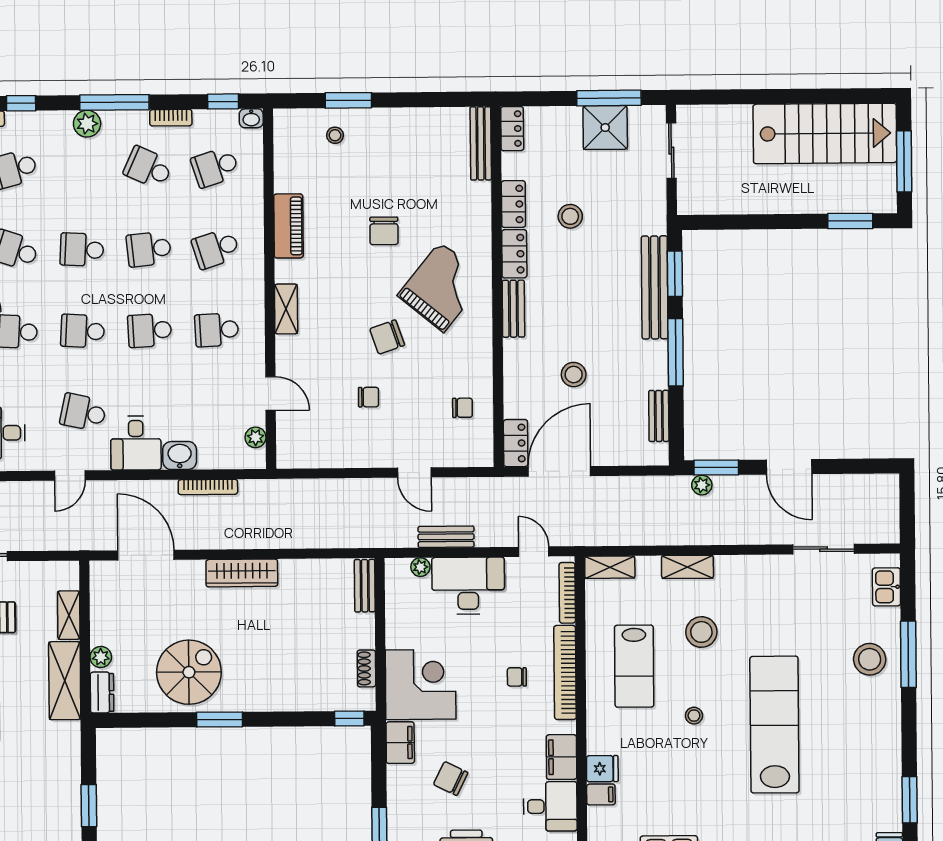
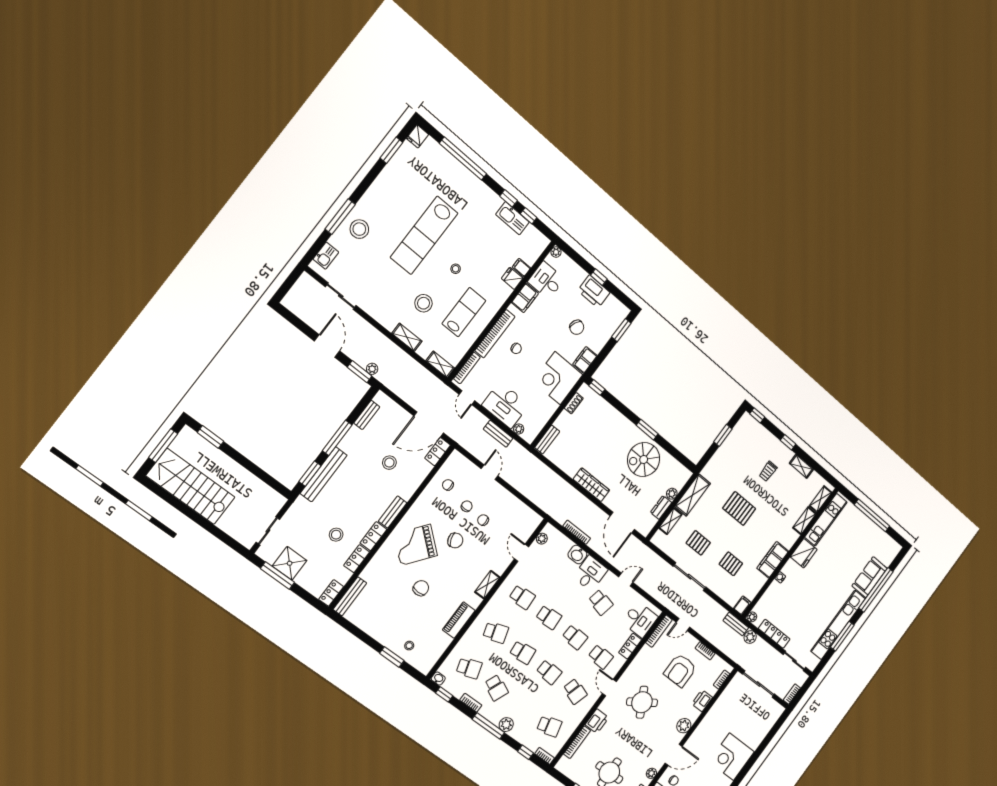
chair: (410, 398) -> (467, 506), added
dresser: (102, 692) -> (661, 507), moved

